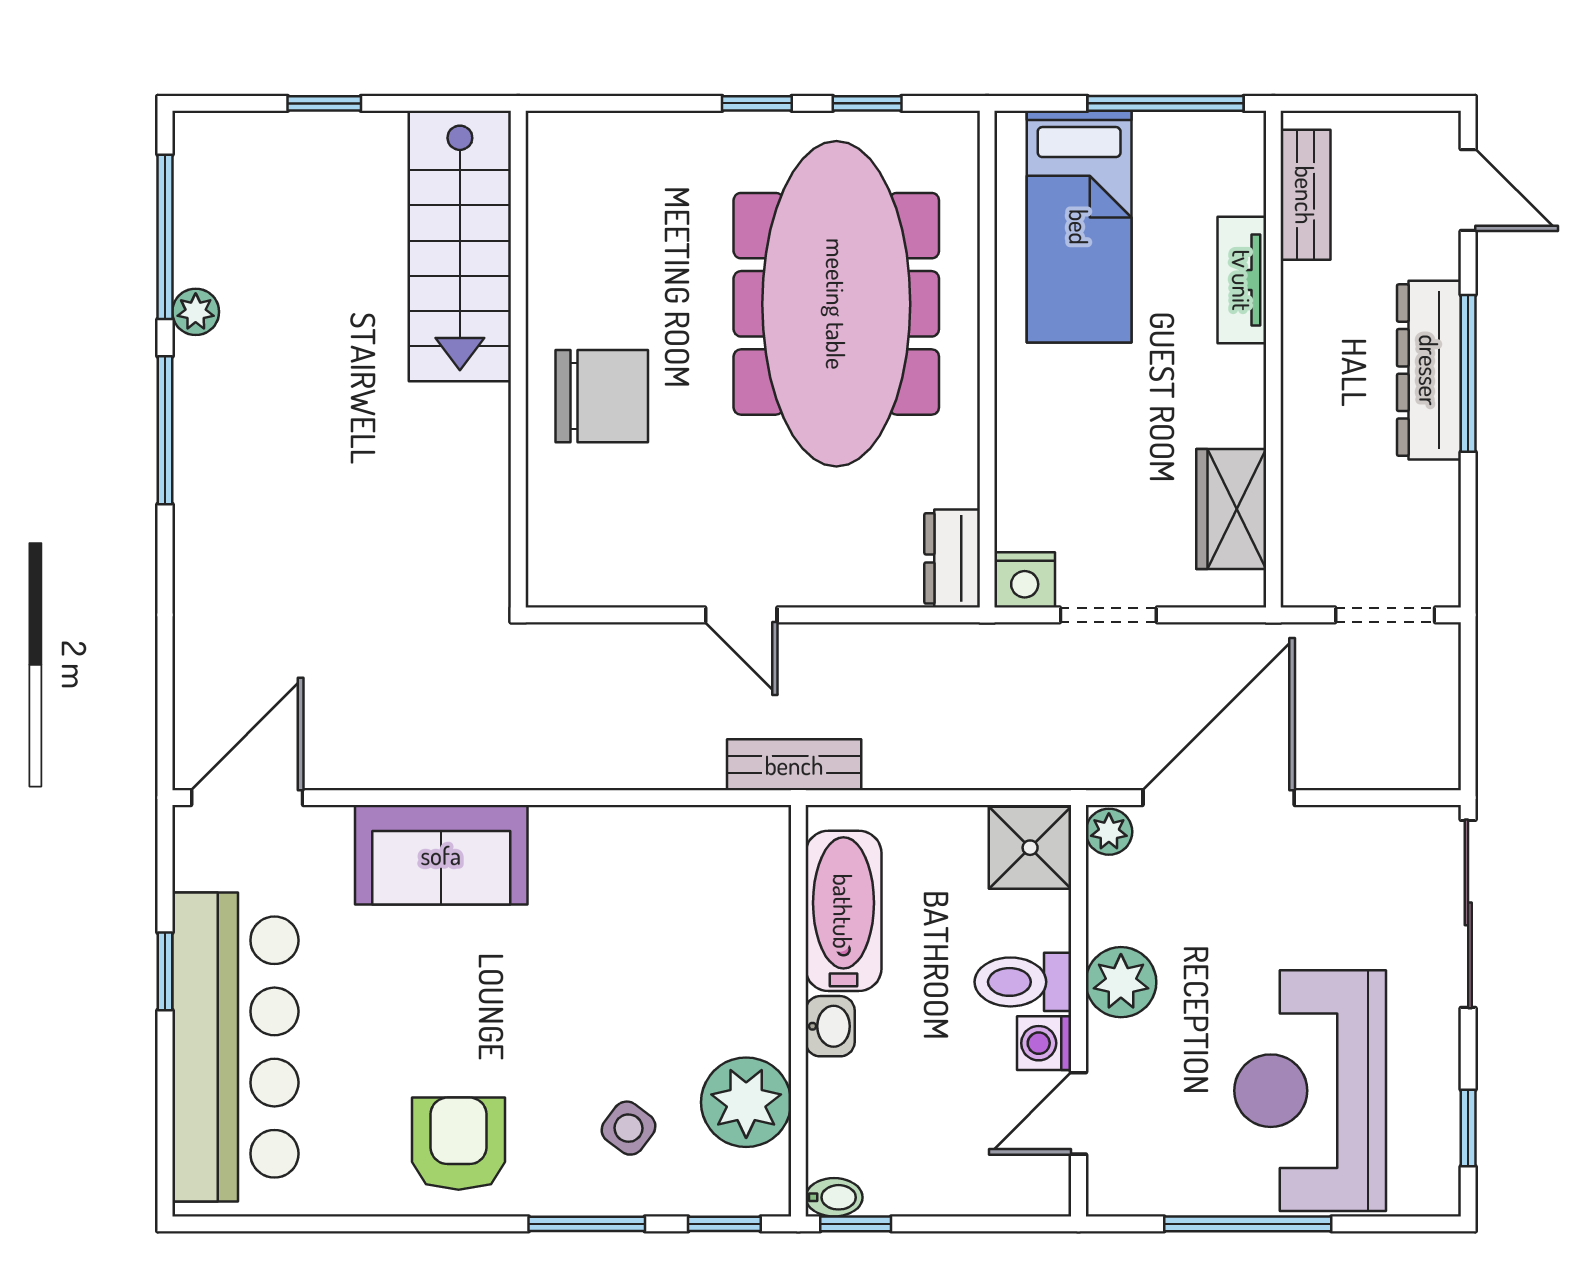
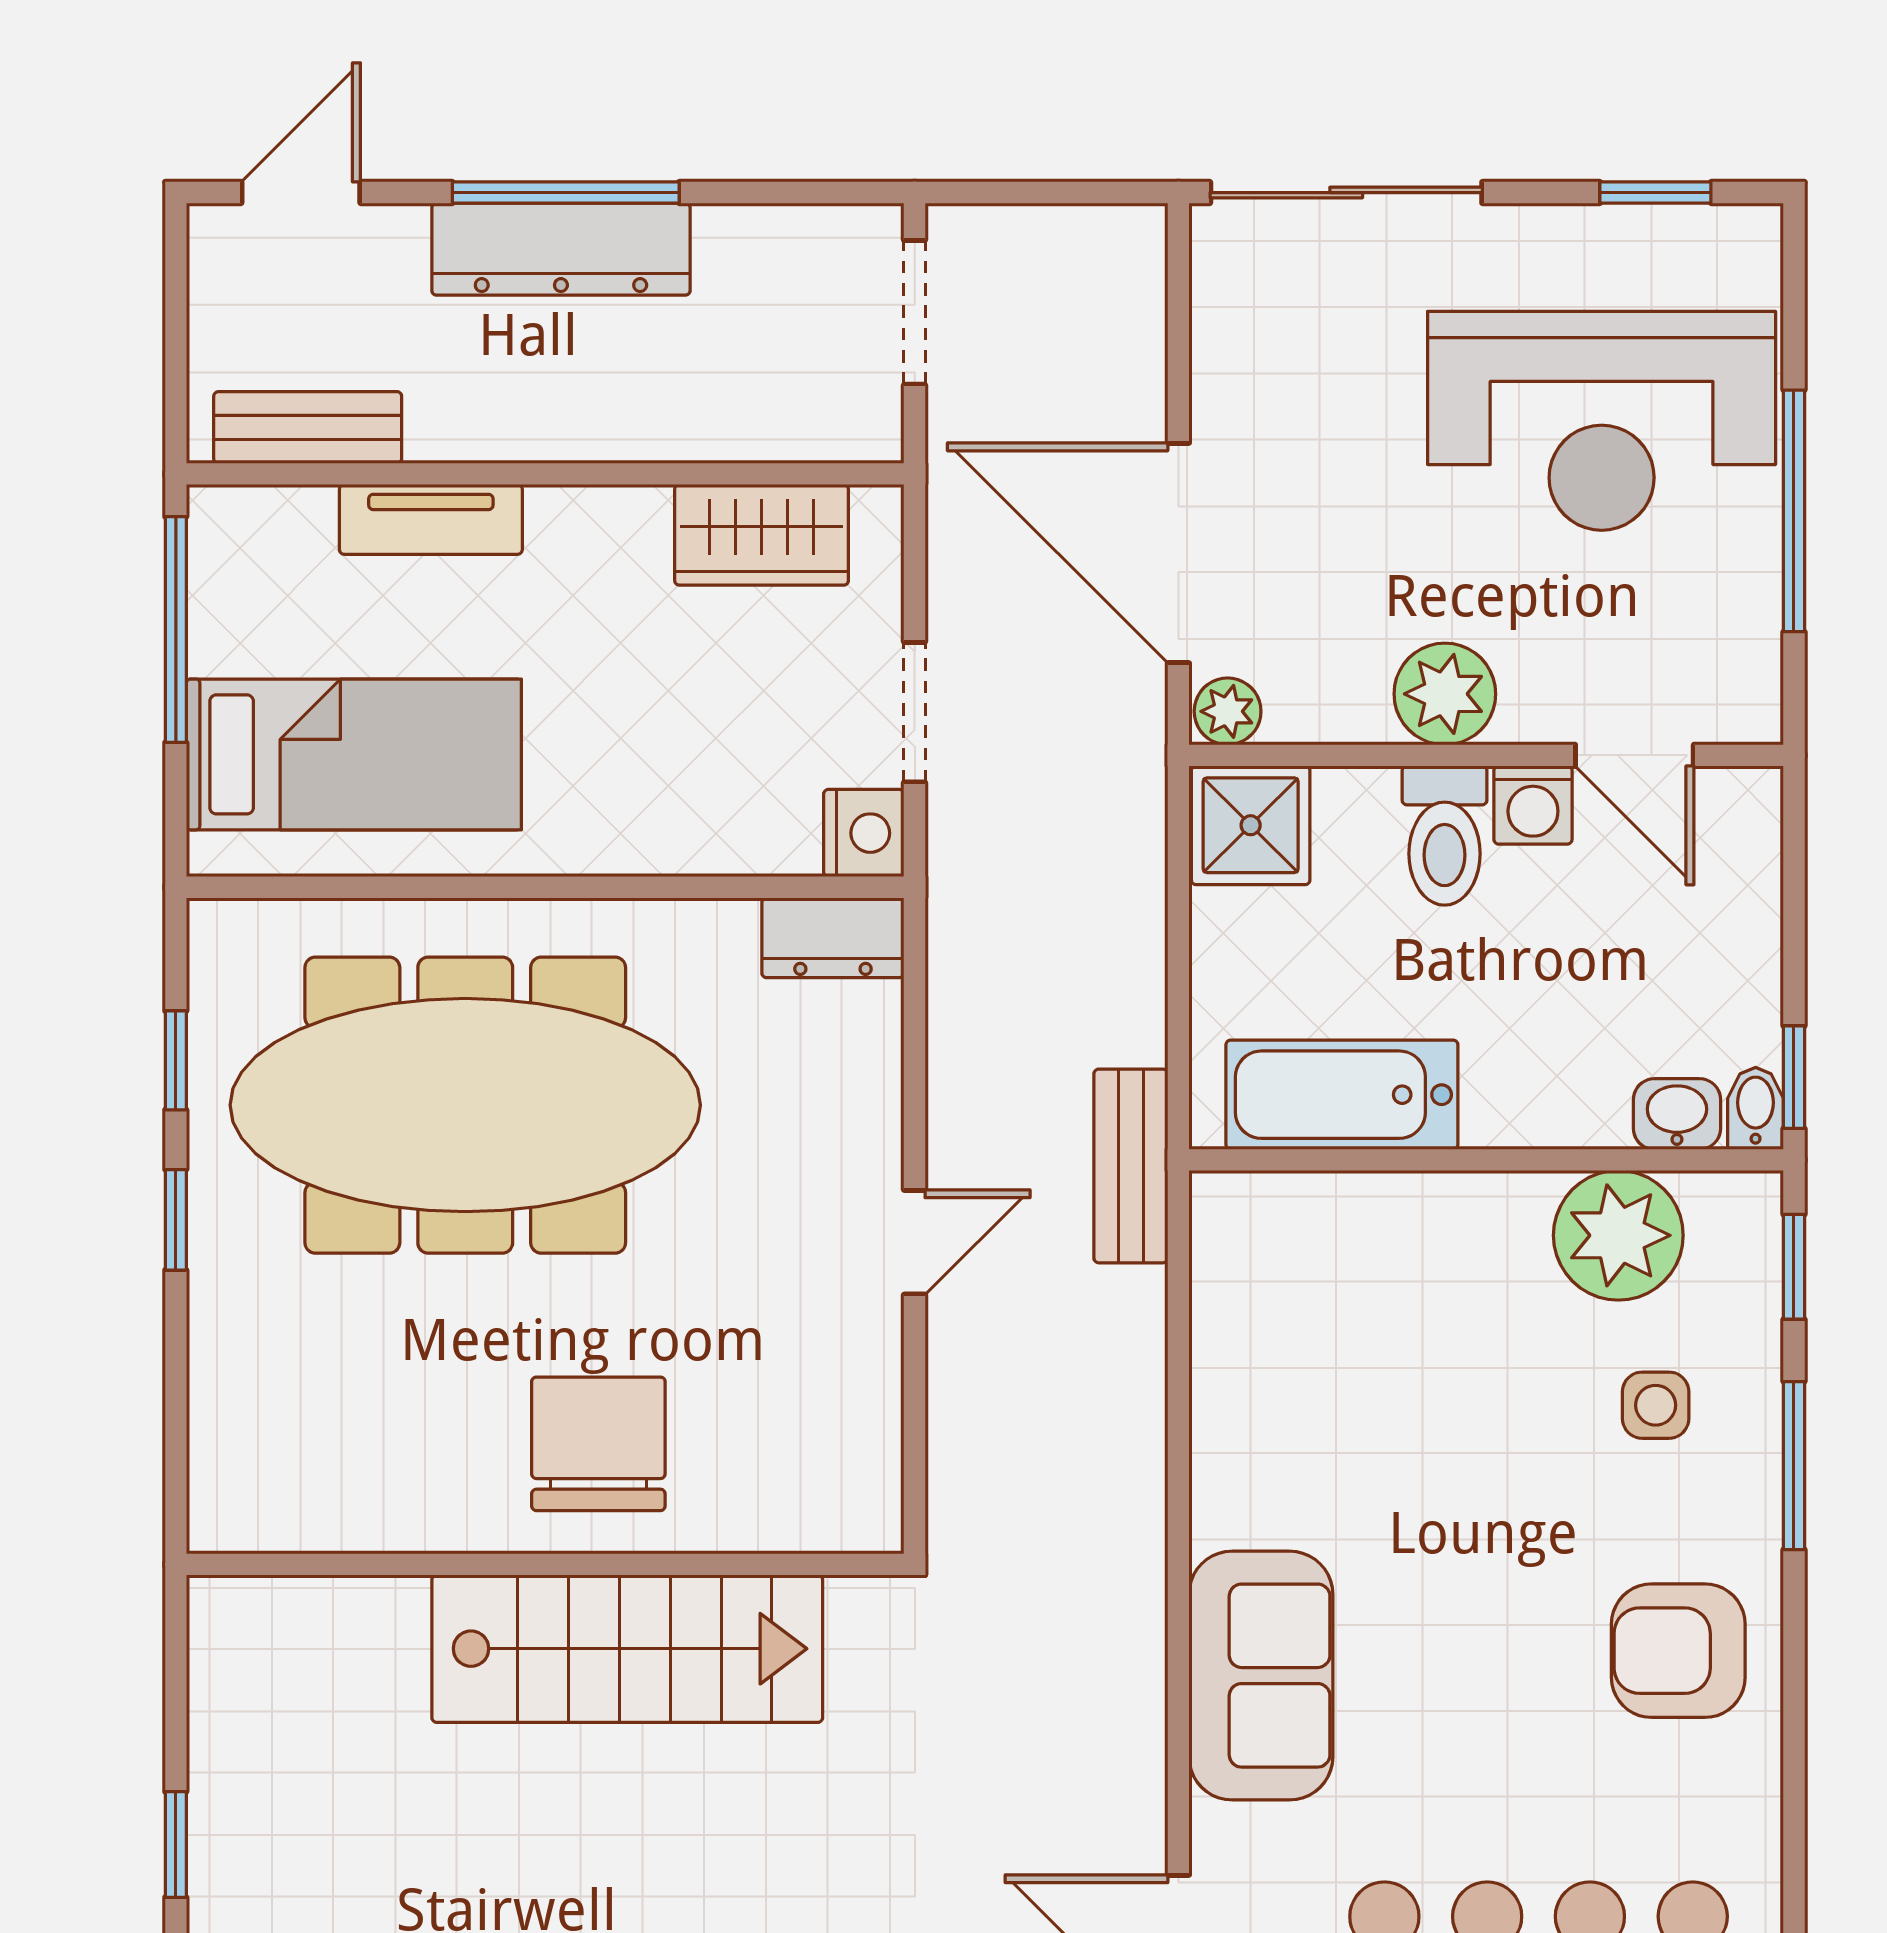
stairs: (460, 246) -> (627, 1649), moved
washbasin: (830, 1026) -> (1677, 1114), moved
side table: (628, 1128) -> (1656, 1405), turned -37

